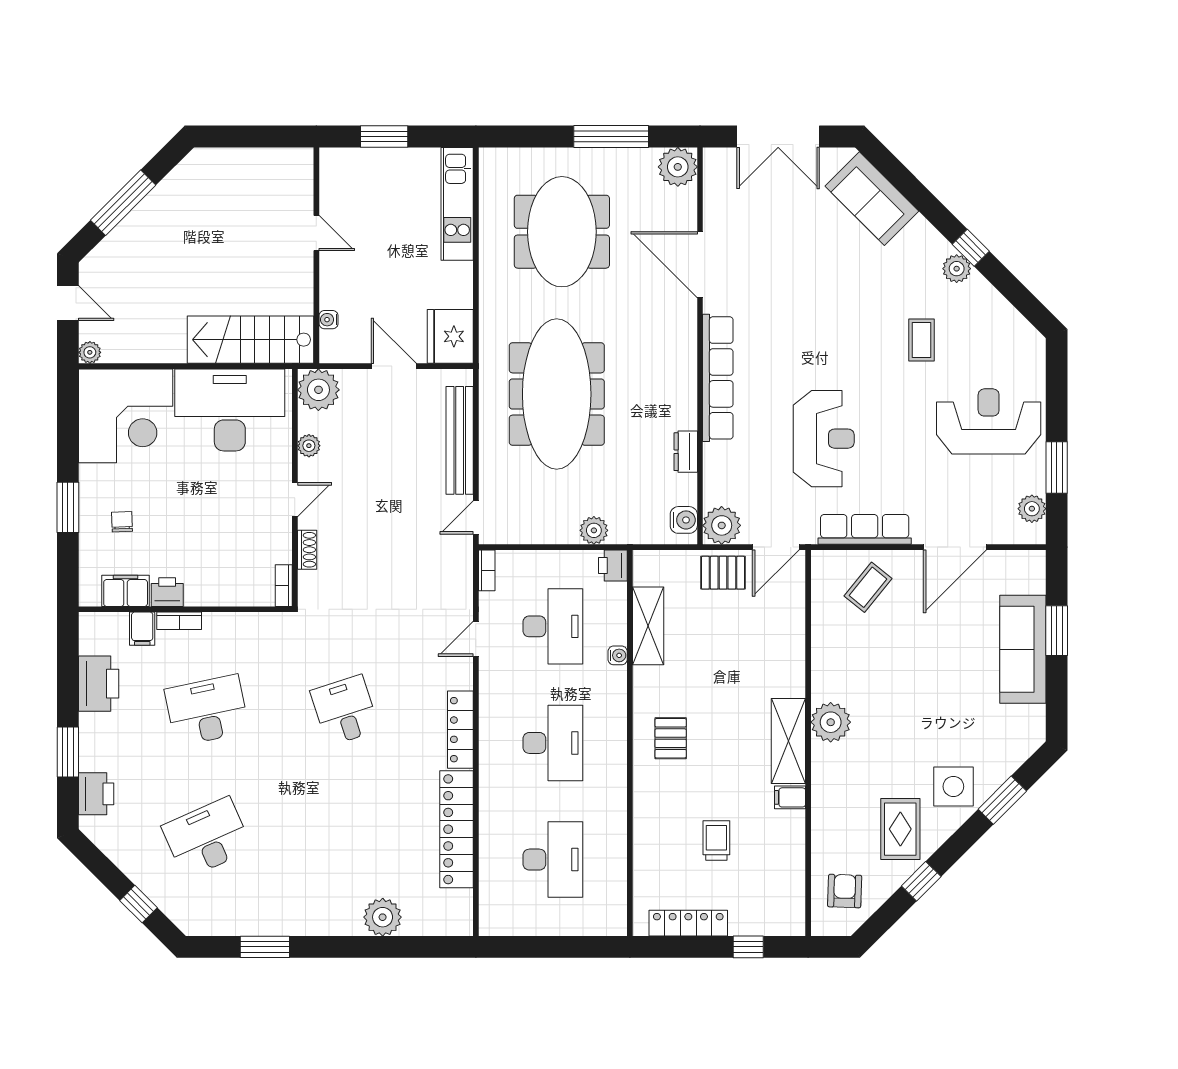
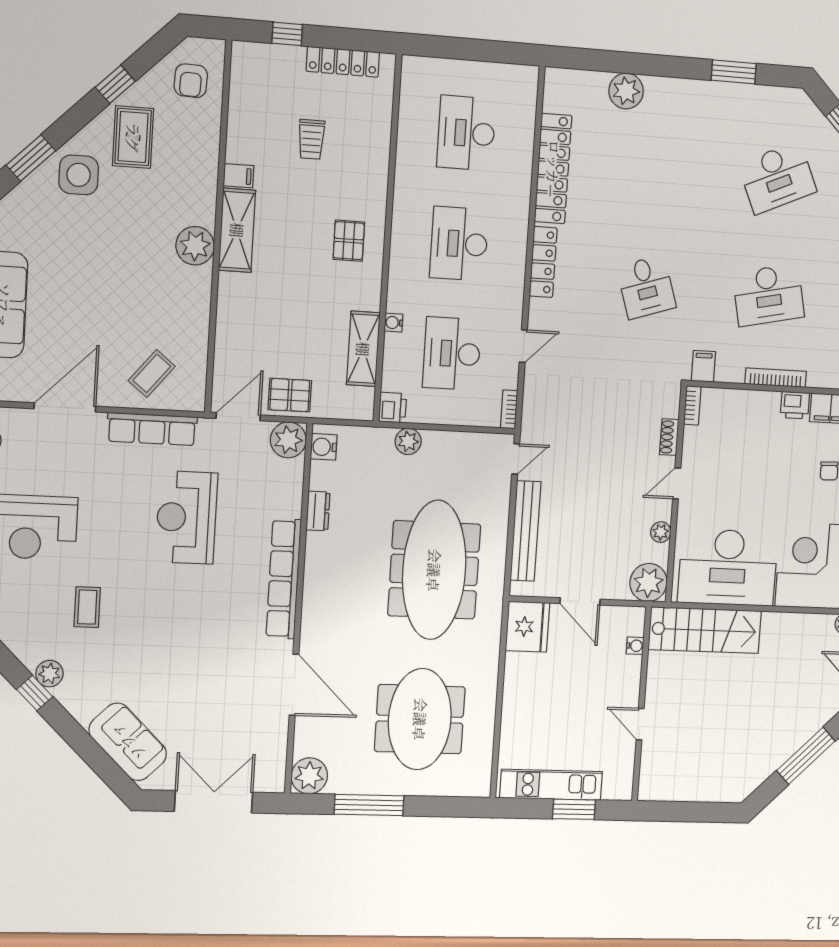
kitchen unit: (457, 204) -> (551, 785), moved, turned -90
bookcase: (179, 621) -> (776, 378), width x1.56
filing cabinet: (142, 629) -> (703, 366), moved

